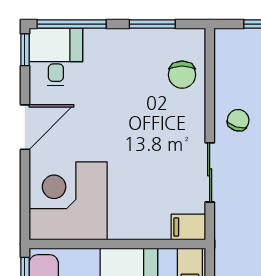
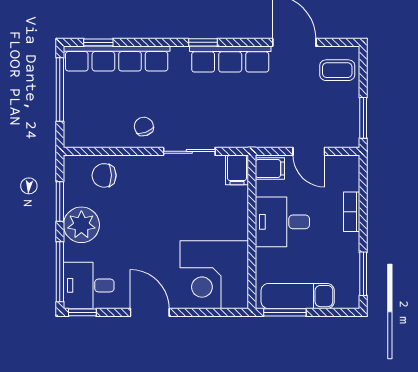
plant: (125, 49) -> (81, 225), added
chair: (182, 75) -> (104, 175), turned 180
chair: (238, 120) -> (144, 127), turned 52

